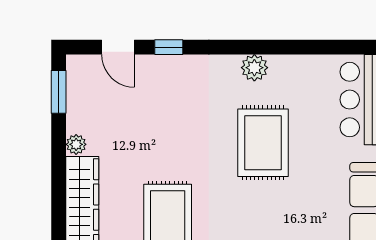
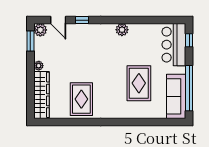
plant: (80, 68) -> (40, 30), added
rug: (263, 143) -> (139, 83), moved

